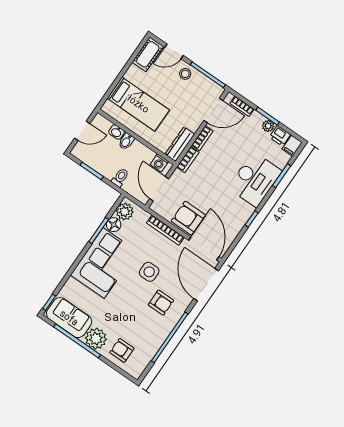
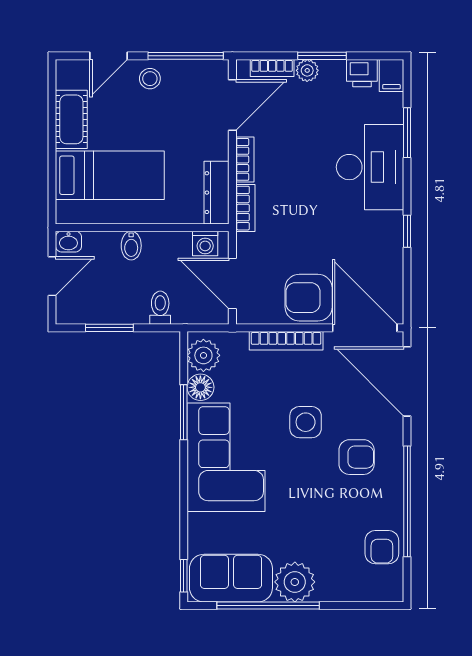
cot: (148, 54) -> (71, 119), moved
plant: (268, 126) -> (307, 70), moved
washbasin: (116, 132) -> (68, 242), moved
armchair: (122, 350) -> (382, 547), moved, turned -90

